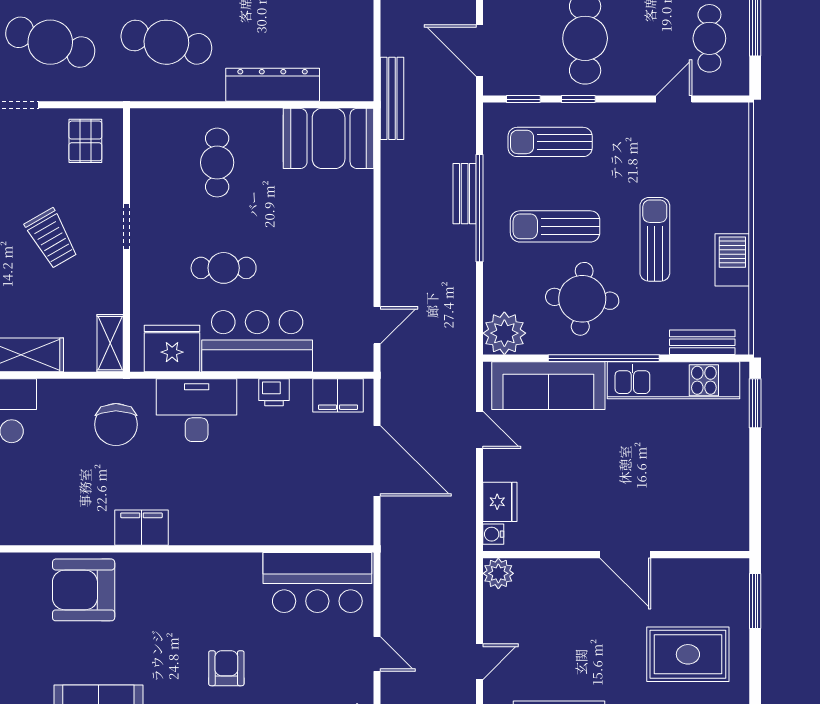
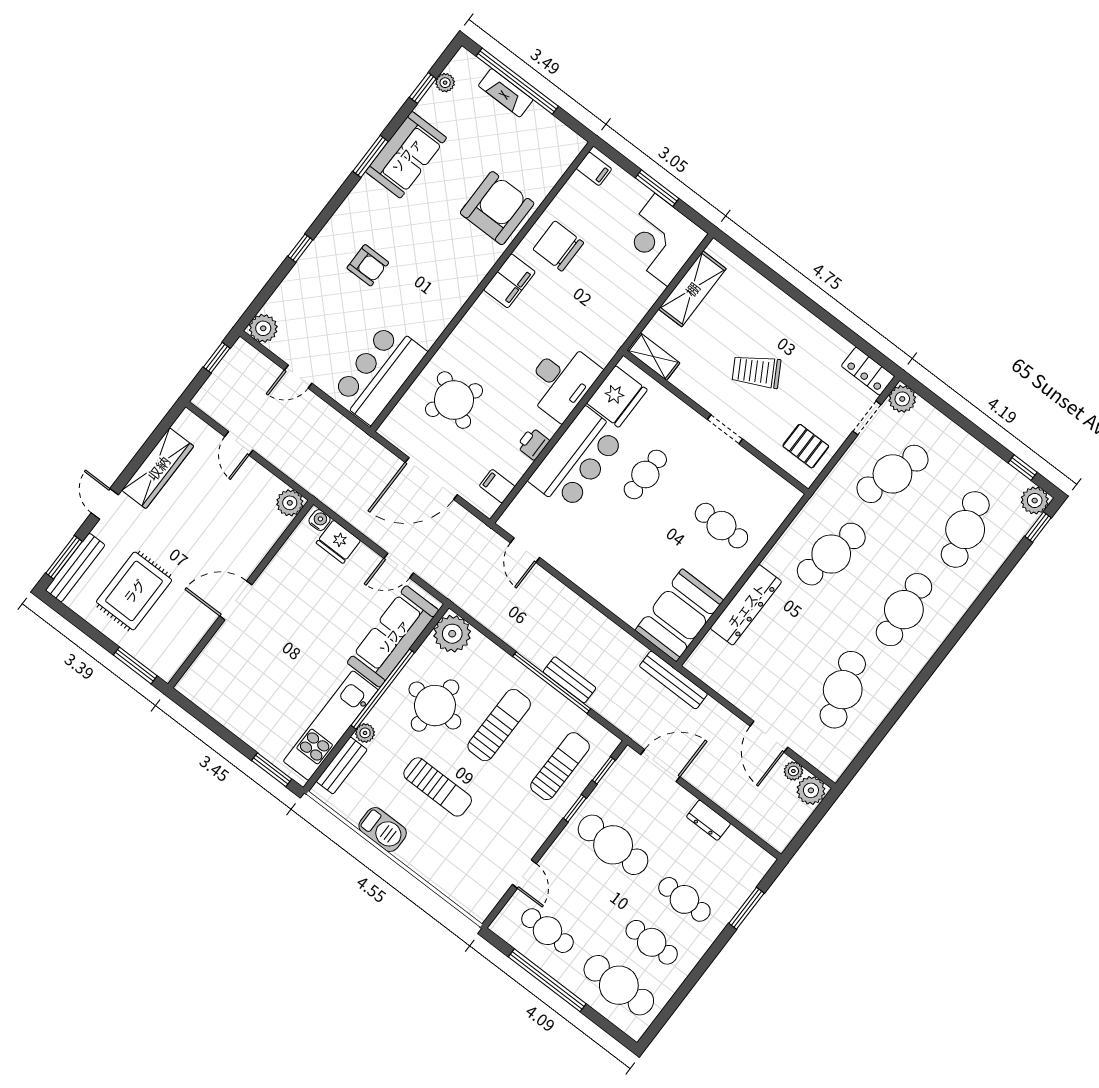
plant: (656, 344) -> (365, 733), added
filing cabinet: (338, 395) -> (497, 486), width x0.50
chair: (116, 424) -> (558, 246), moved
round table: (289, 495) -> (454, 400), added

